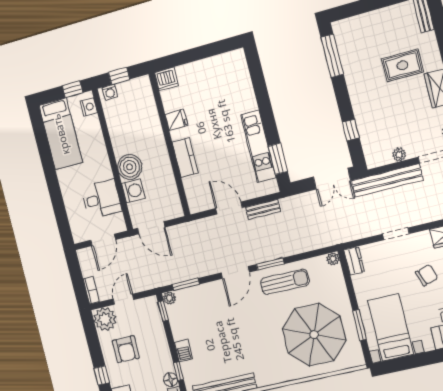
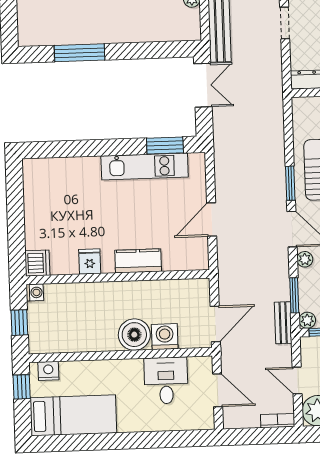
window: (332, 56) -> (79, 53), moved
washing machine: (110, 92) -> (35, 292), moved
window: (351, 130) -> (150, 50), removed
bench: (263, 209) -> (283, 323), moved
plant: (333, 259) -> (305, 259), moved

